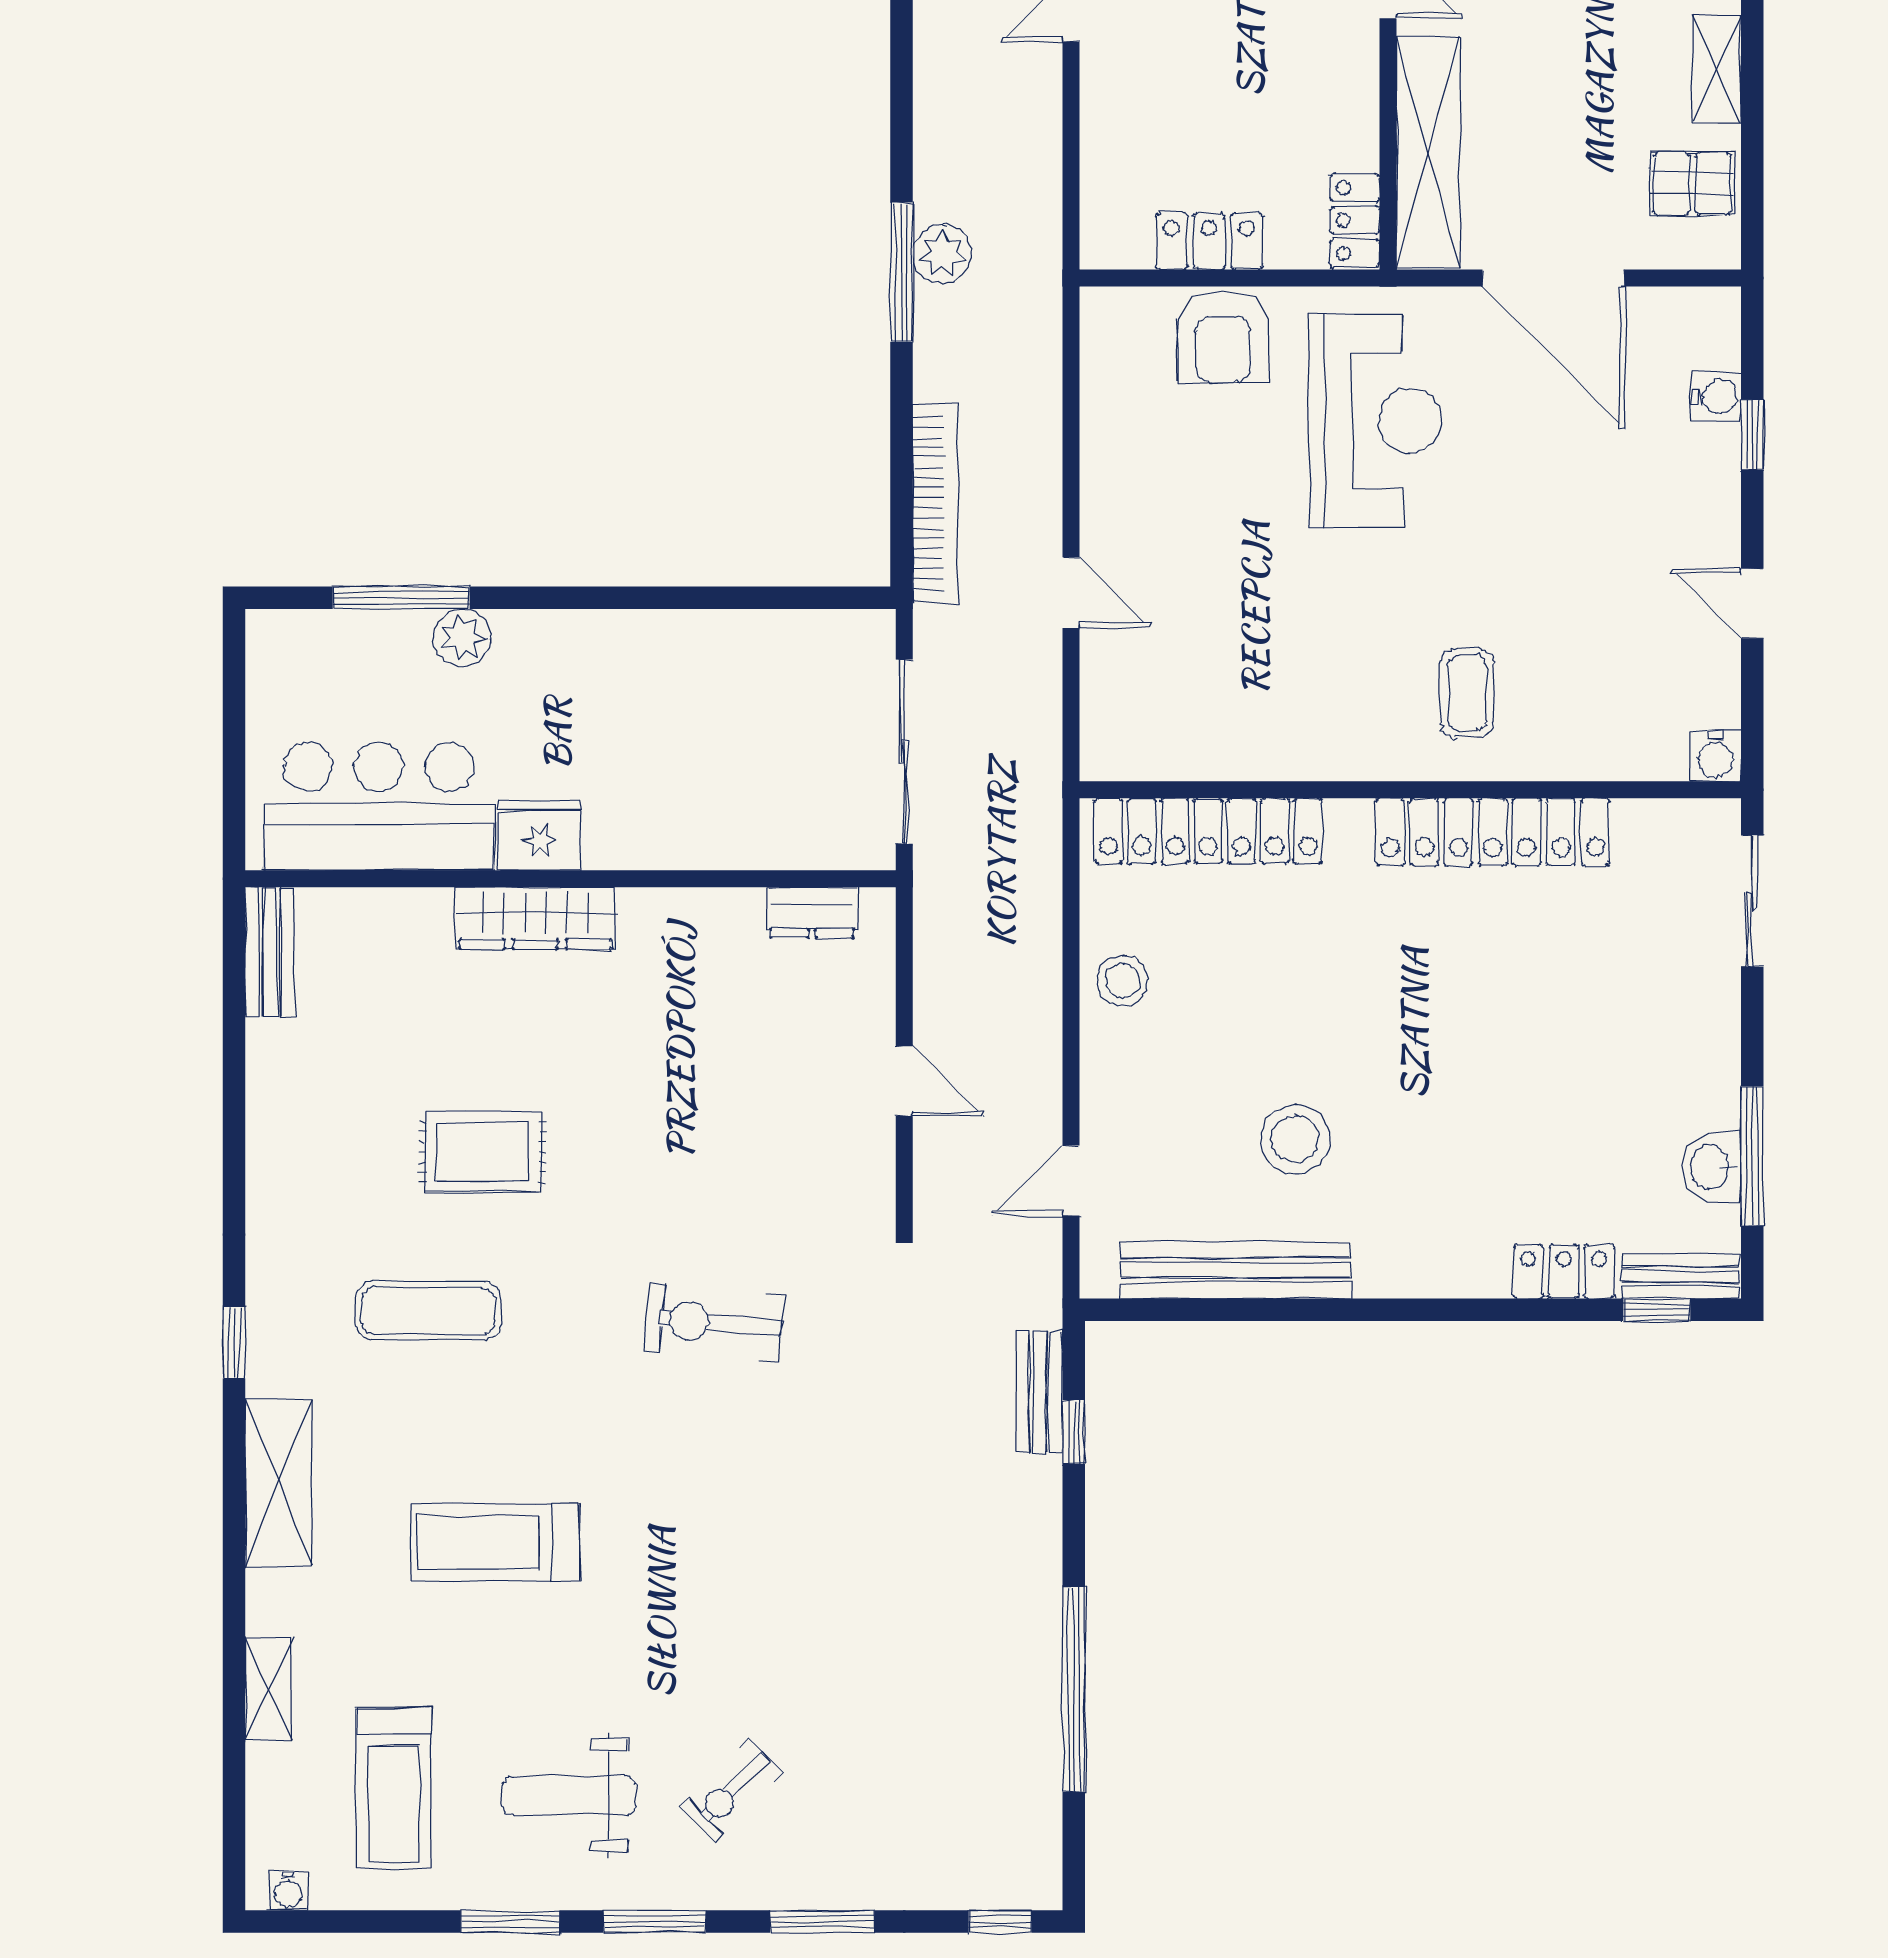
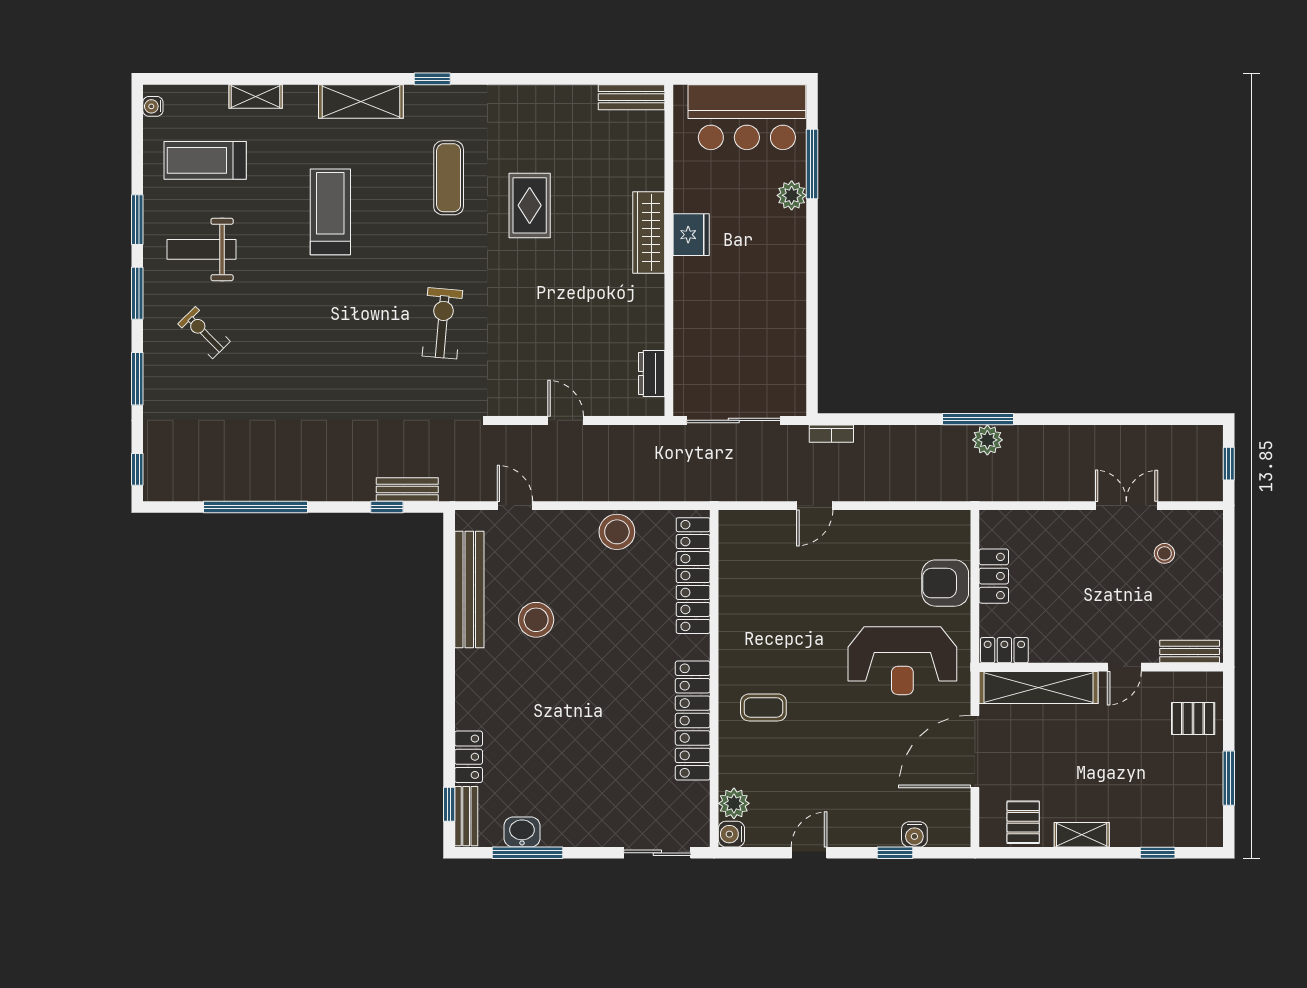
bookcase: (935, 503) -> (831, 434), width x0.43, depth x0.76
plant: (1655, 751) -> (734, 803), added
bar counter: (379, 806) -> (747, 117), moved, turned 90
stool: (1123, 981) -> (617, 532), width x1.38, depth x1.38
door: (904, 1081) -> (566, 420), swing flipped
weight bench: (569, 1795) -> (201, 249), turned -90

